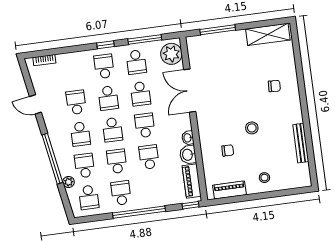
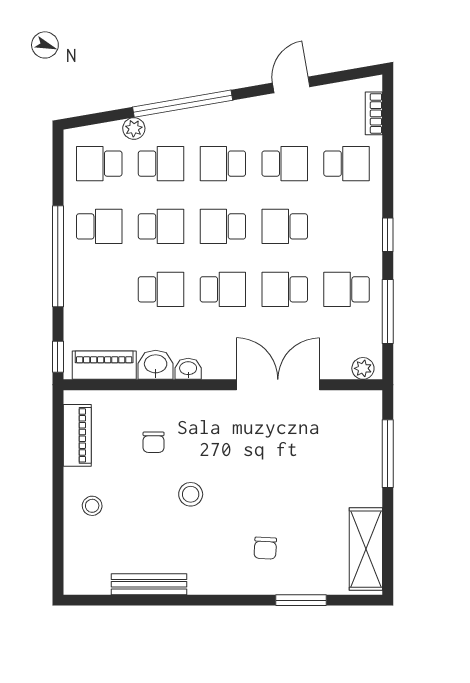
plant: (171, 54) -> (363, 368), width x0.53, depth x0.53
window: (299, 64) -> (301, 600), added
school desk: (104, 66) -> (347, 164), moved

